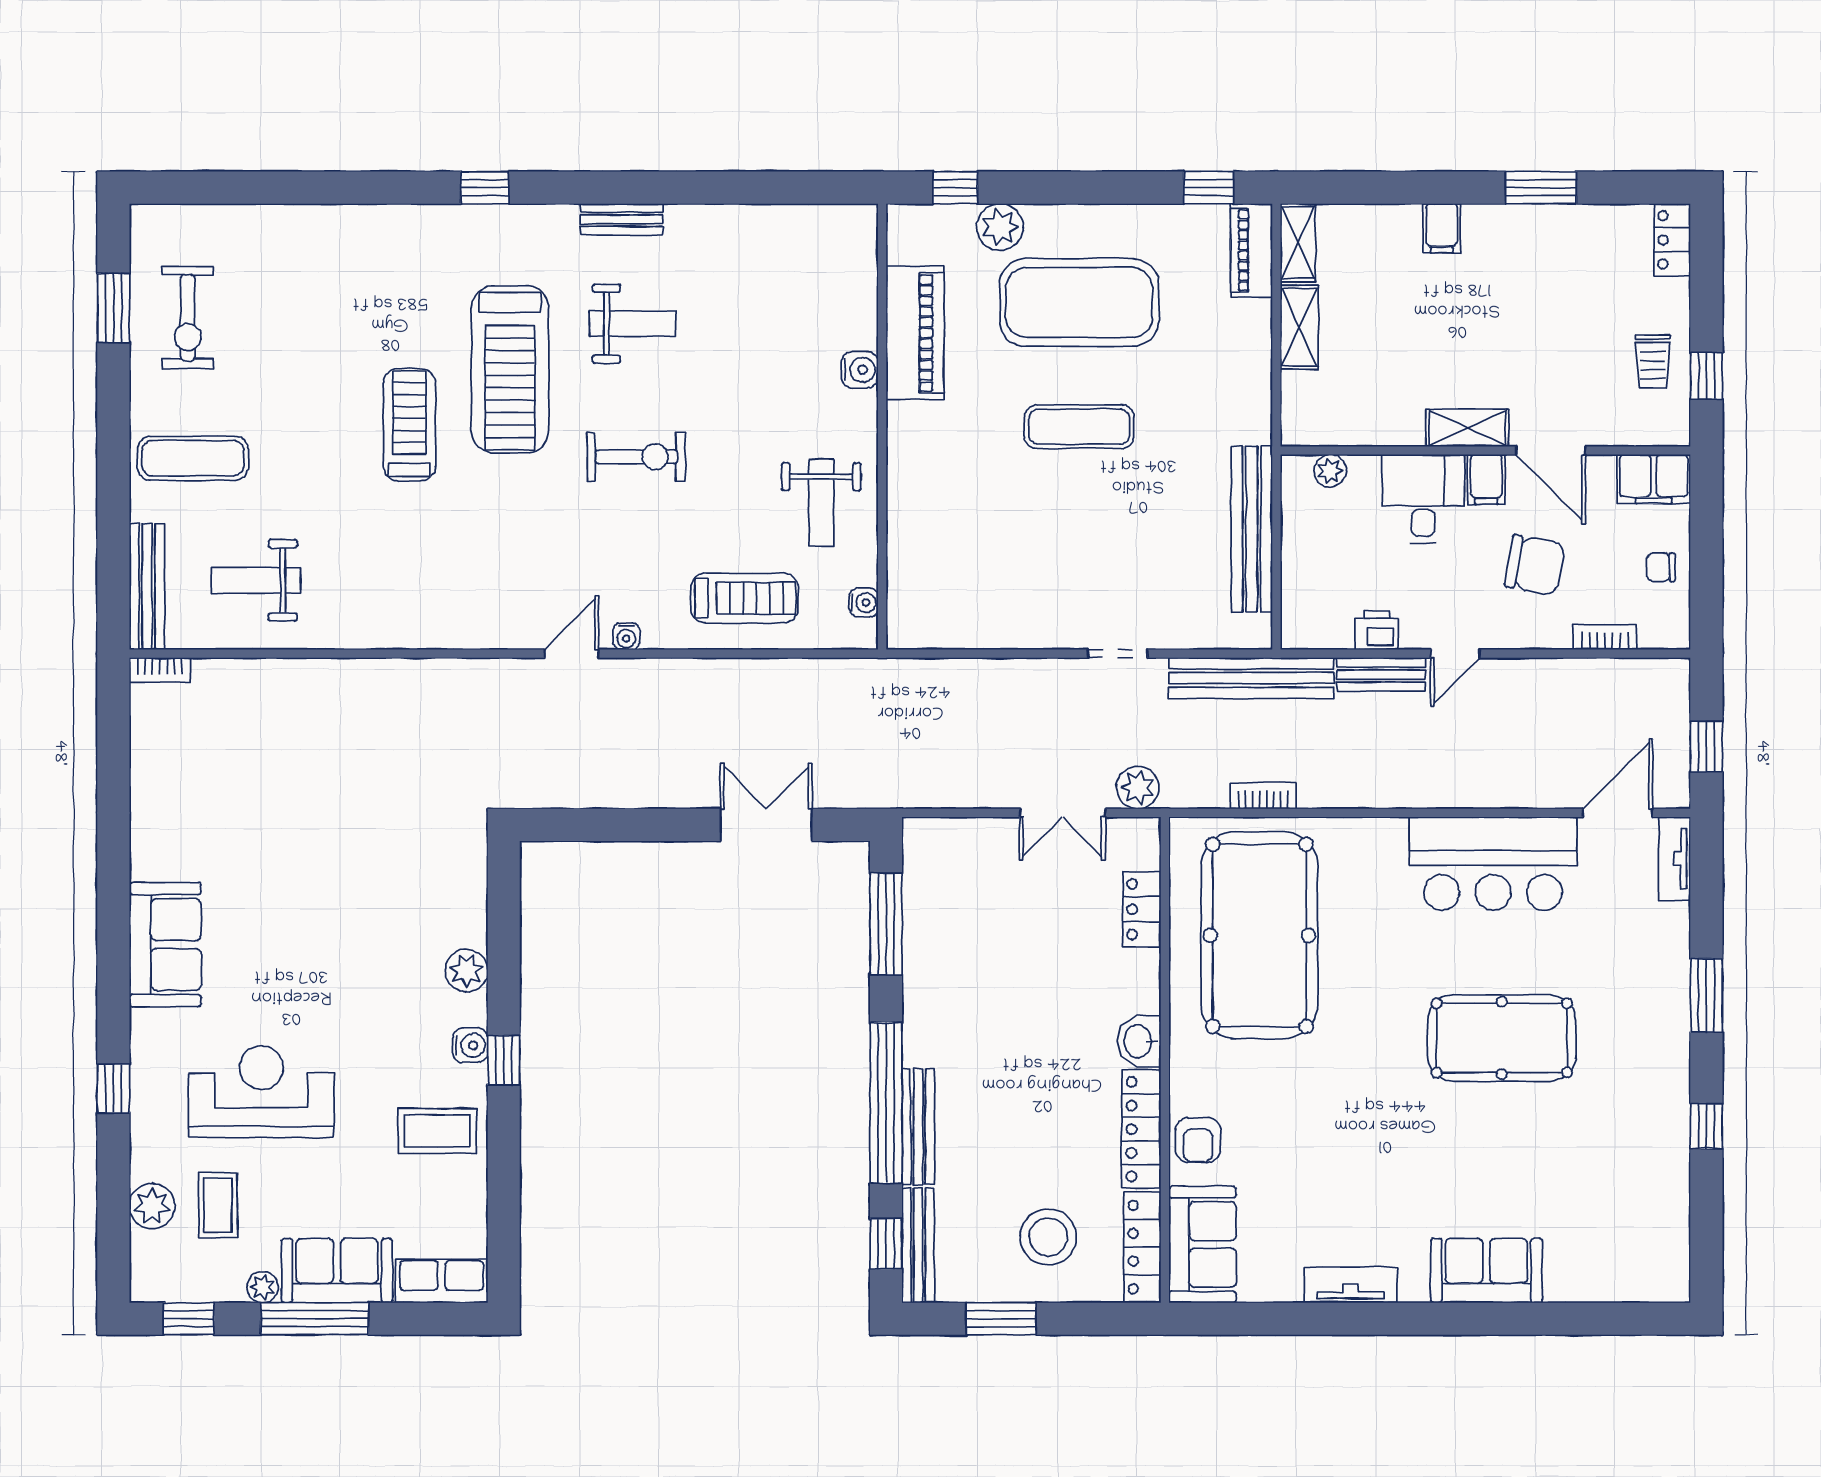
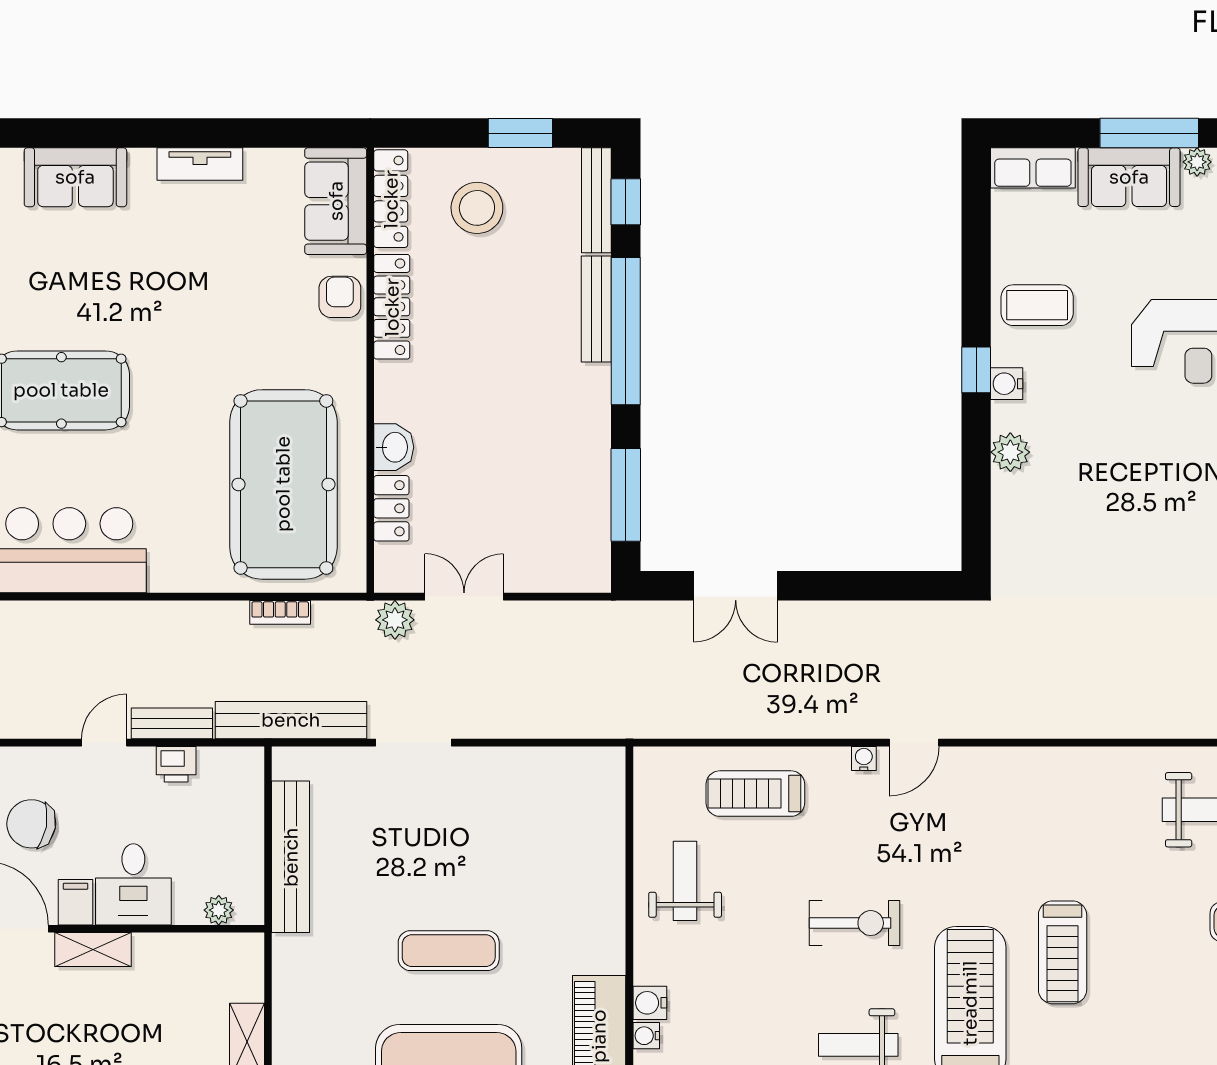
exercise bike: (636, 457) -> (854, 923), turned 180
water cooler: (864, 602) -> (646, 1036), moved
doorway: (1118, 654) -> (413, 743), width x1.38
washbasin: (1139, 1041) -> (394, 447), moved

